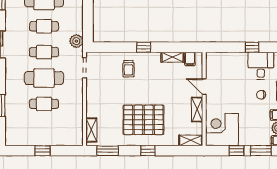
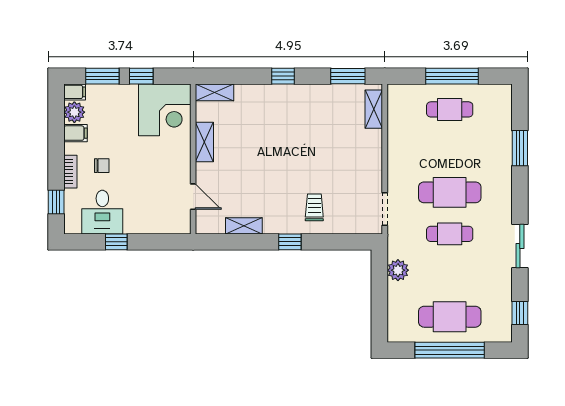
cafe table: (44, 26) -> (450, 275), removed
plant: (76, 41) -> (398, 270), moved
filing cabinet: (190, 59) -> (216, 223), removed
door: (204, 87) -> (193, 197), moved
cafe table: (44, 104) -> (450, 109), moved
pallet: (144, 120) -> (290, 125), removed
window: (43, 151) -> (452, 76), width x2.17

